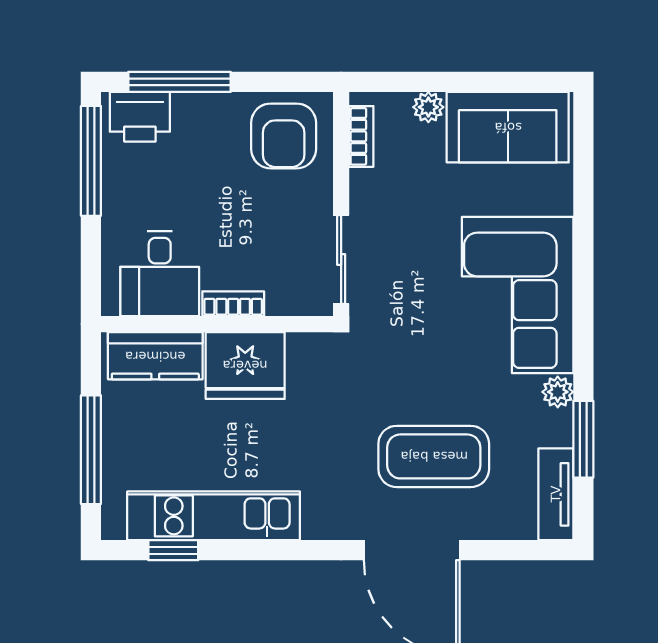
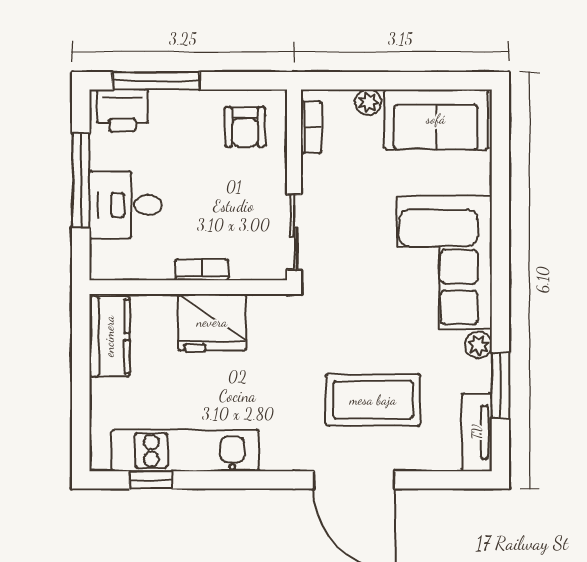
armchair: (284, 136) -> (245, 127), width x0.72, depth x0.72
window: (91, 161) -> (81, 180), moved
desk: (160, 274) -> (125, 205), moved, turned 90
kitchen counter: (155, 356) -> (109, 336), moved, turned -90
window: (91, 450) -> (81, 394), removed

